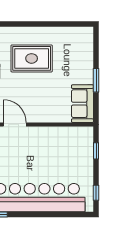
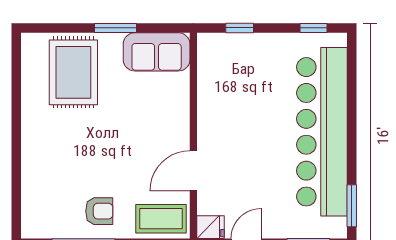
rug: (32, 58) -> (73, 72), moved

